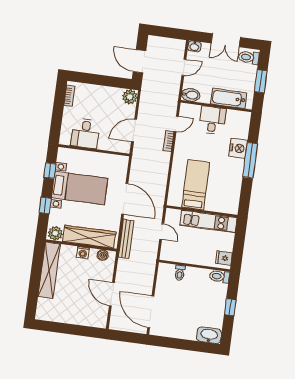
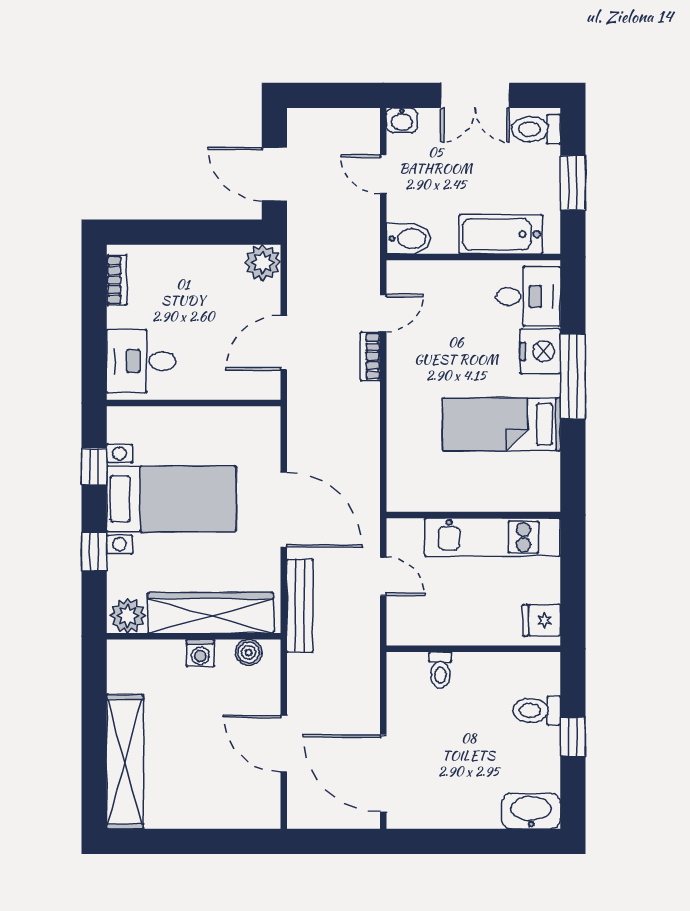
door: (184, 67) -> (383, 174), swing flipped
desk: (212, 120) -> (528, 296), moved, turned 90
desk: (85, 134) -> (141, 361), moved, turned 90
bed: (196, 185) -> (502, 424), moved, turned -90
shelving: (49, 270) -> (125, 762), moved
toilet: (219, 277) -> (537, 710), moved

